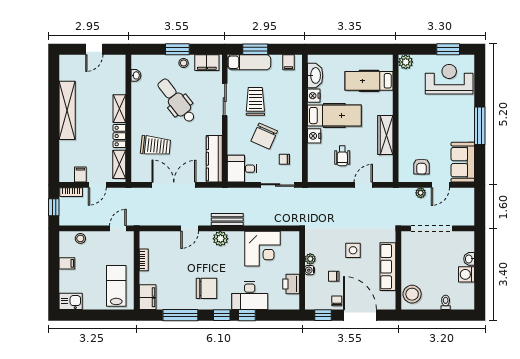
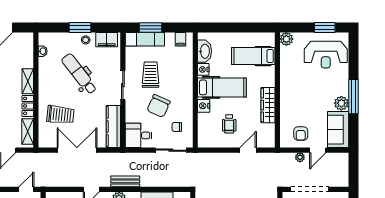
reception desk: (449, 79) -> (326, 55), turned 180
sliding door: (225, 100) -> (123, 85), moved
plant: (466, 133) -> (341, 103), added

